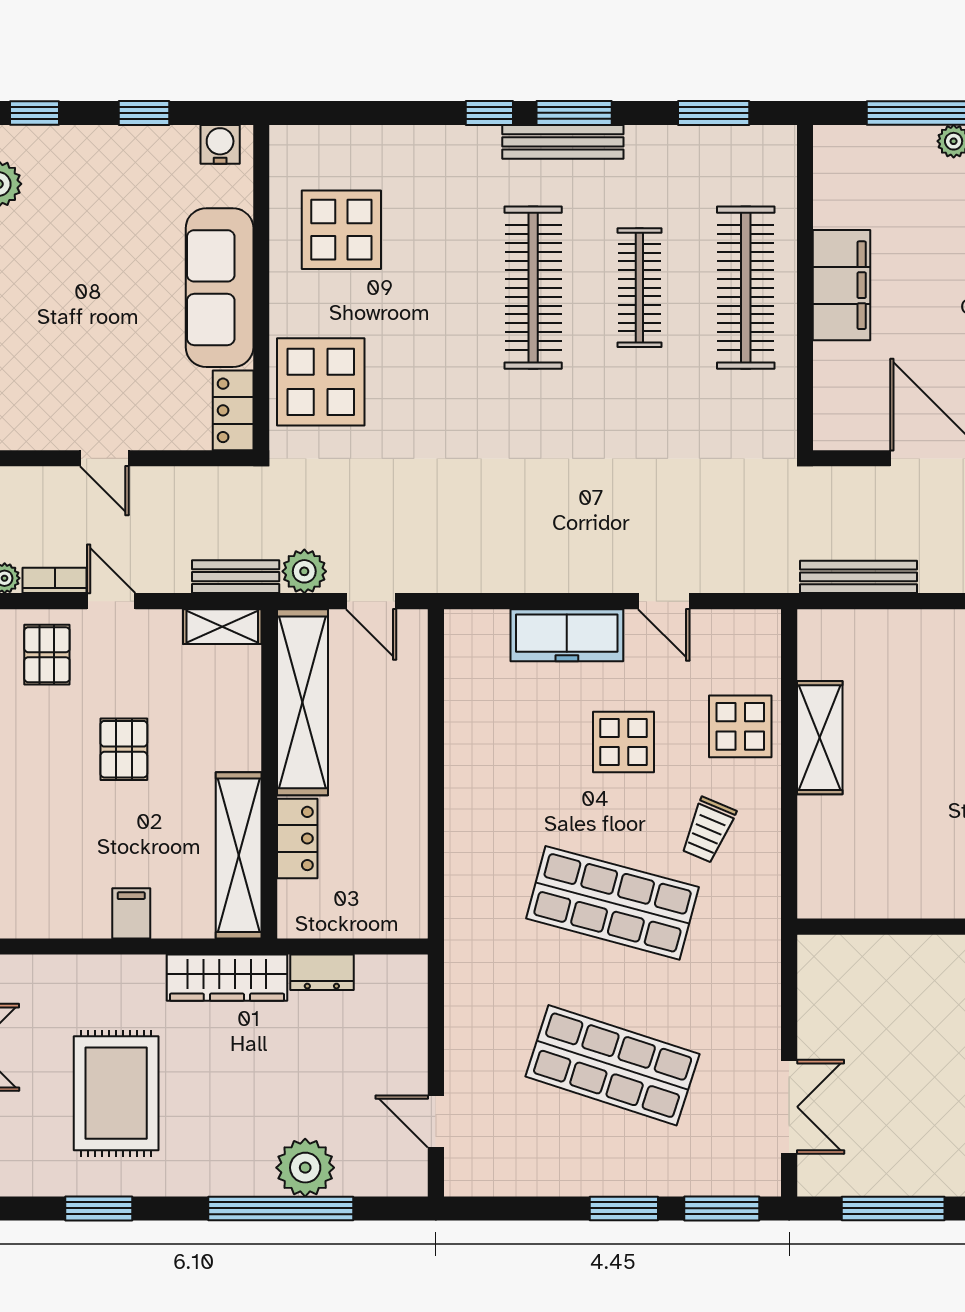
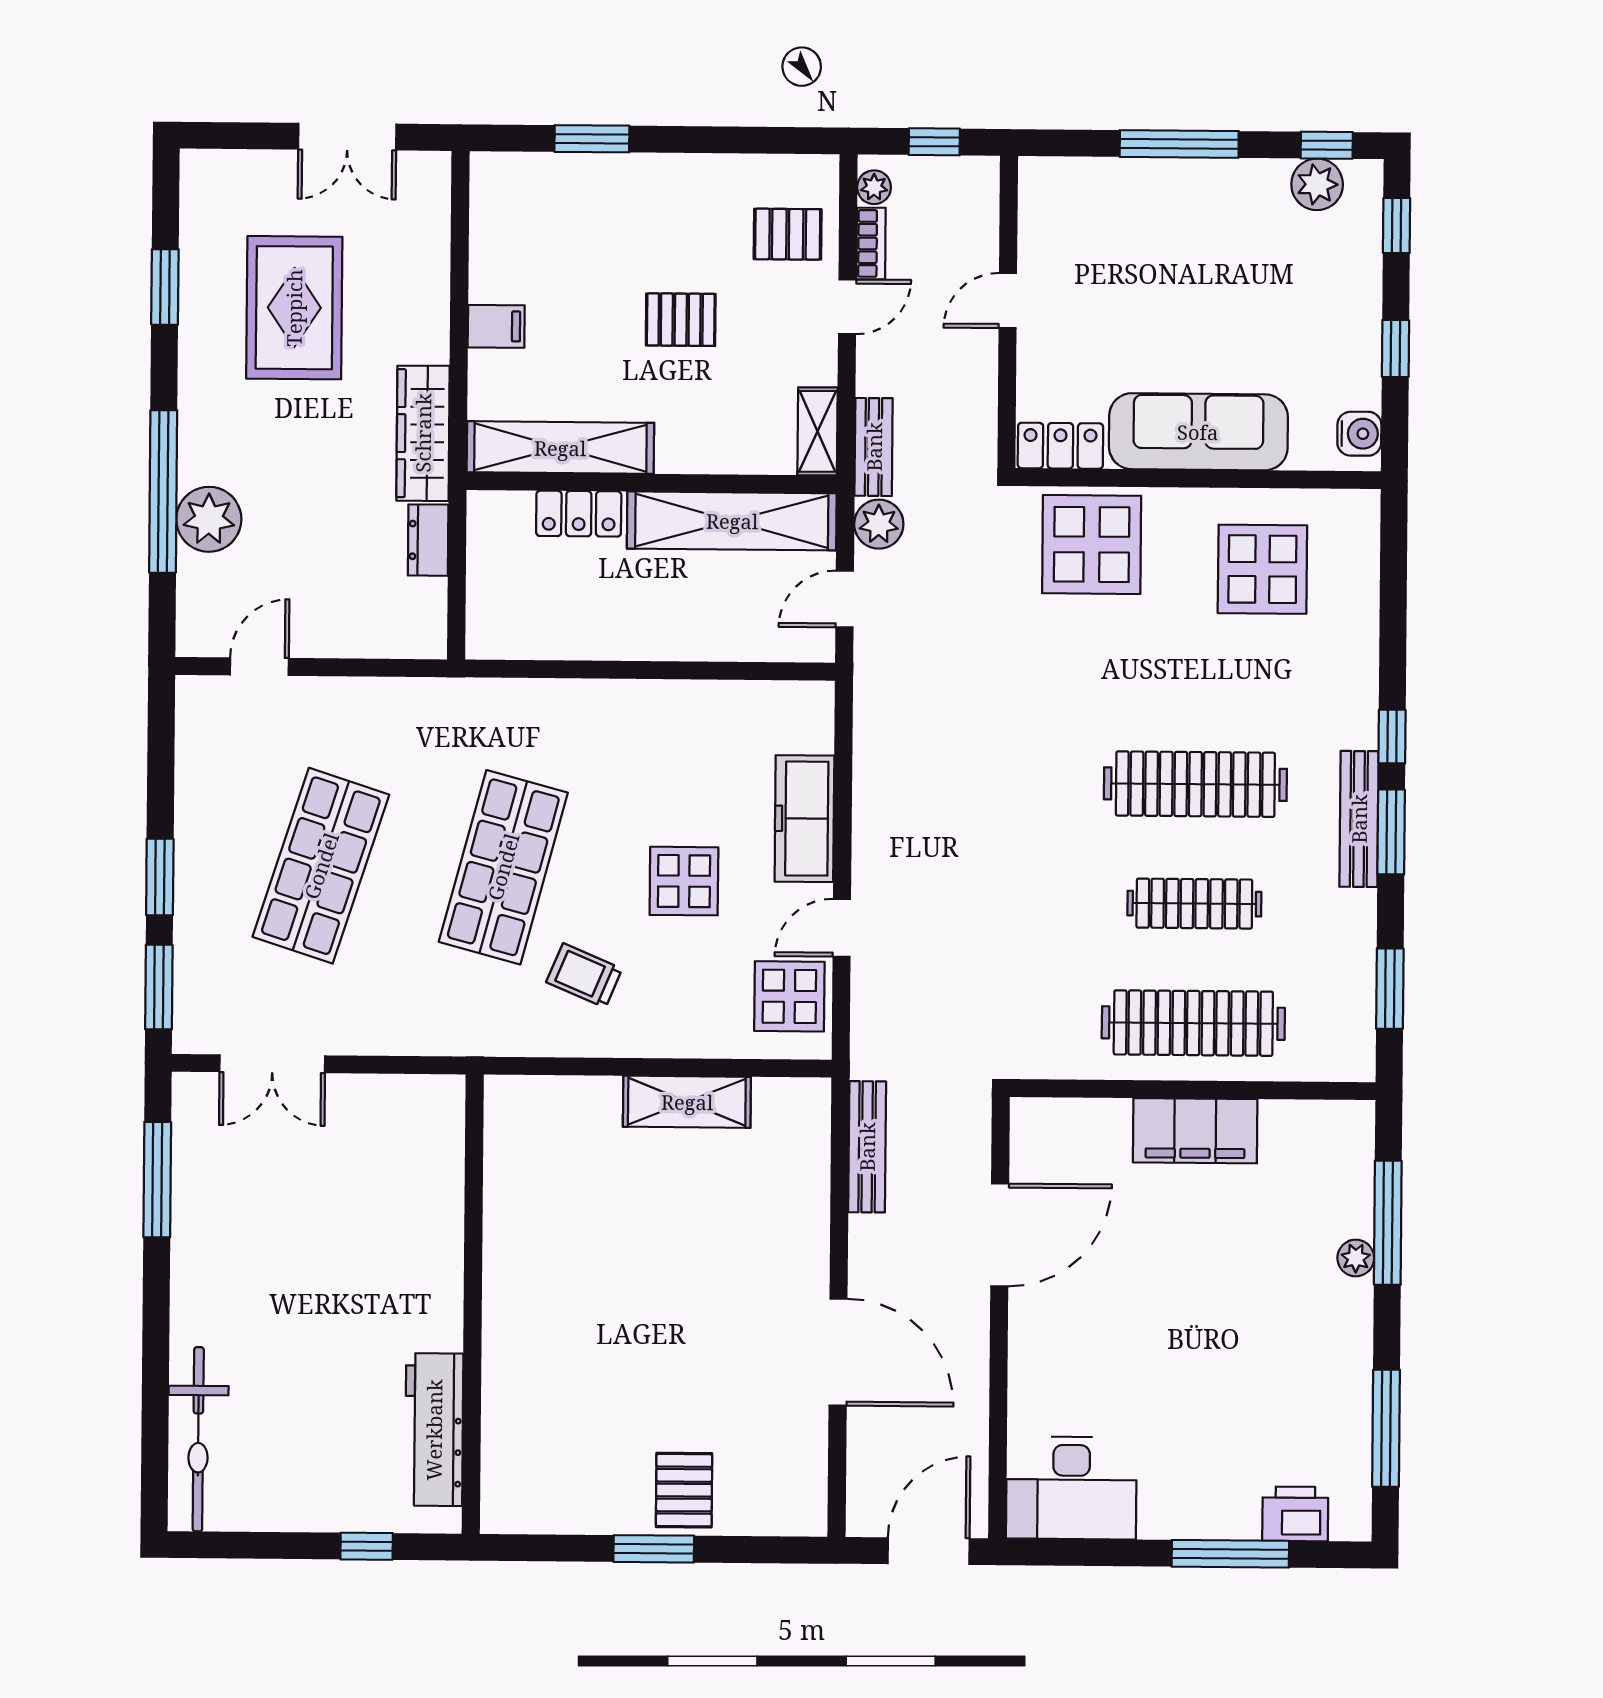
display table: (740, 726) -> (789, 996), moved
rug: (116, 1093) -> (294, 308), turned 90

